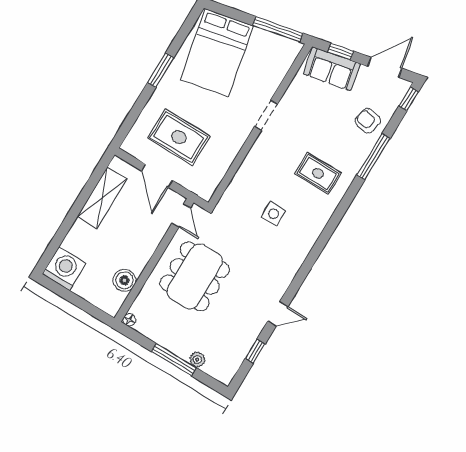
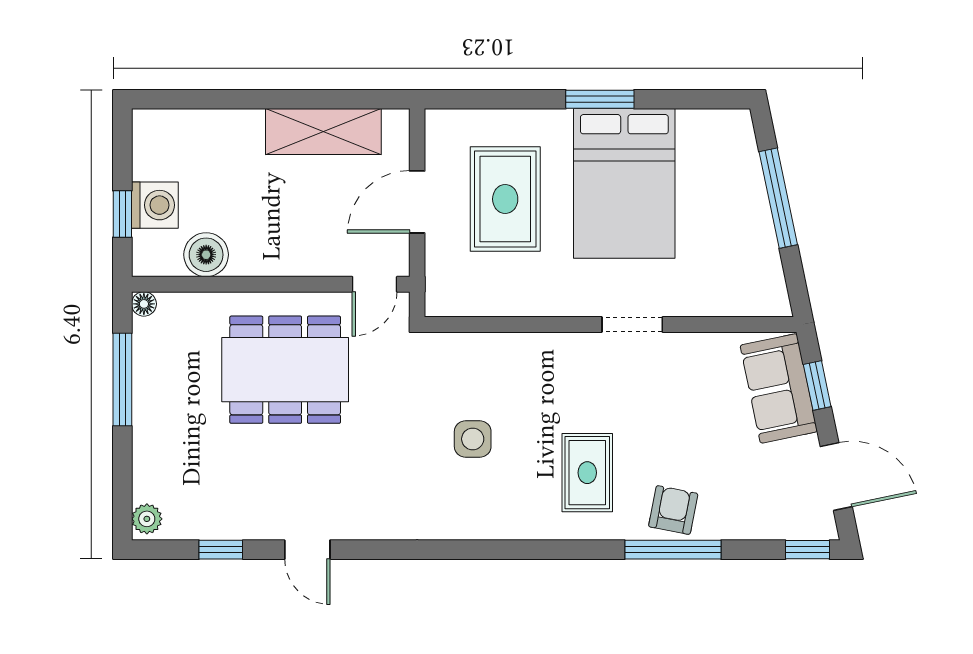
window: (278, 29) -> (778, 198), moved
bed: (217, 53) -> (624, 183), moved, turned -78
armchair: (368, 121) -> (673, 510), moved
washing machine: (64, 269) -> (155, 205), moved, width x0.73, depth x0.73
window: (85, 306) -> (122, 214), added
window: (174, 360) -> (122, 380), moved
plant: (197, 360) -> (147, 519), moved

